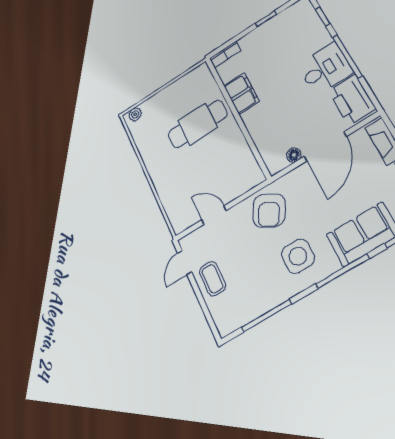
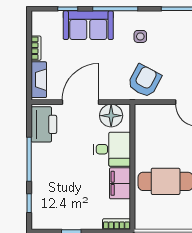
desk: (325, 69) -> (112, 149), moved, turned 180
floor lamp: (294, 155) -> (111, 116), width x1.89, depth x1.89
side table: (298, 256) -> (140, 36), width x0.54, depth x0.54

